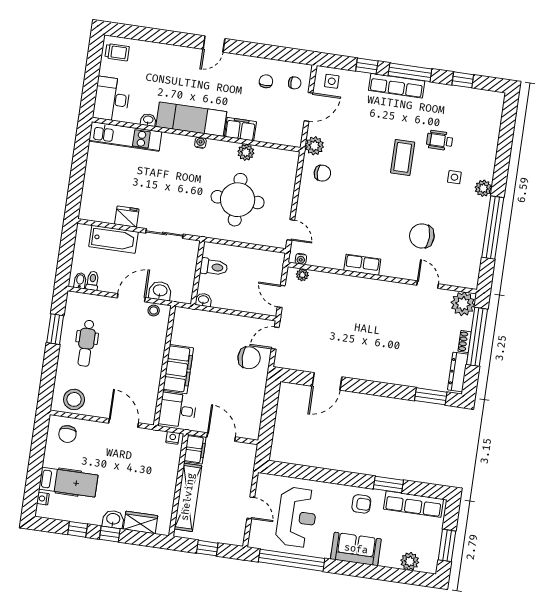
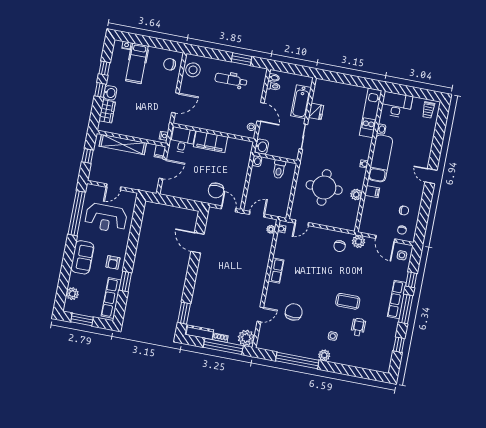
filing cabinet: (240, 129) -> (372, 192), width x0.50
washbasin: (160, 291) -> (262, 147), moved
filing cabinet: (195, 449) -> (160, 152), width x0.50

